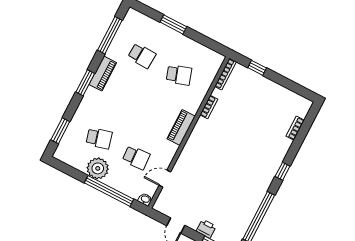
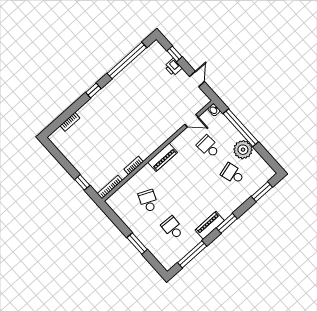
school desk: (179, 75) -> (148, 201), turned 42

